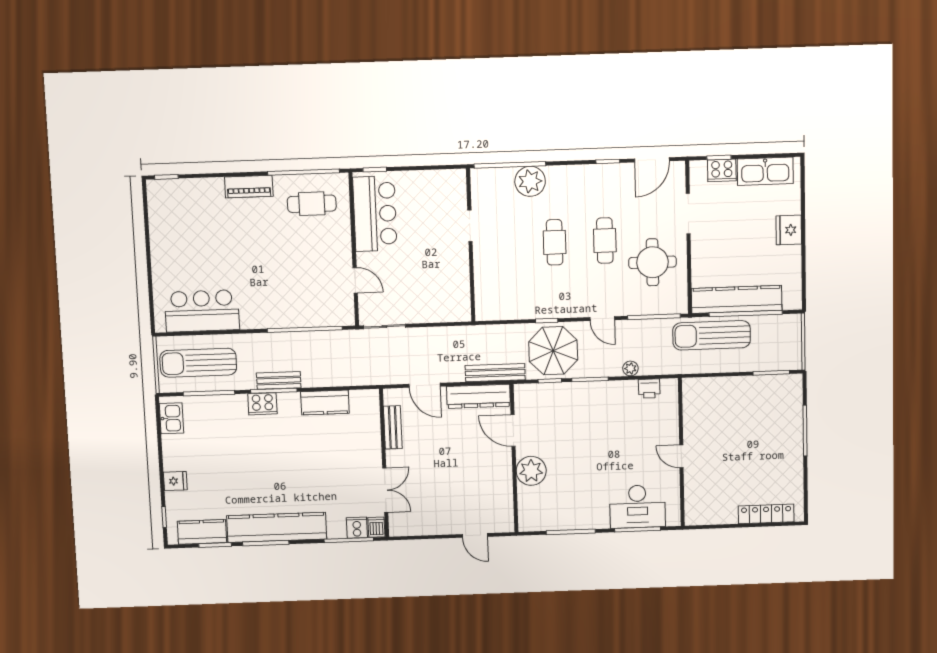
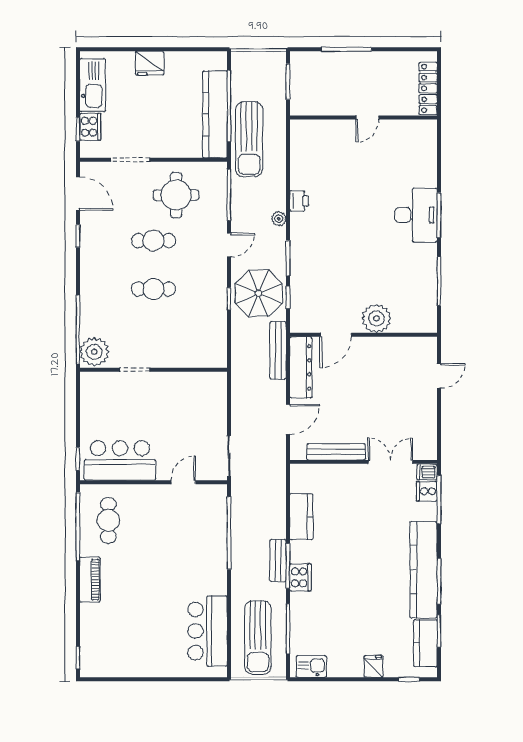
plant: (530, 181) -> (94, 352), moved
bench: (393, 427) -> (336, 452), width x1.36
wall: (681, 452) -> (363, 117), moved
door: (681, 456) -> (367, 117), moved

